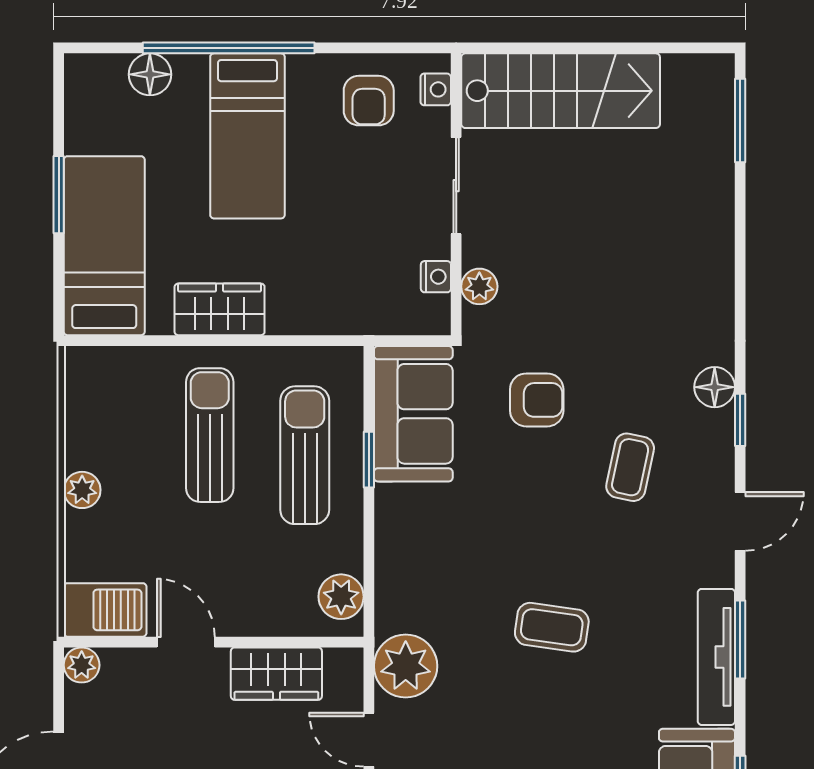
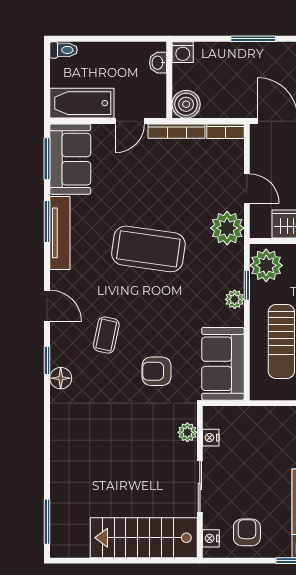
window: (369, 460) -> (247, 285), moved
door: (740, 521) -> (47, 306), swing flipped
plant: (392, 534) -> (235, 299), added
plant: (341, 597) -> (266, 265), width x1.36, depth x1.36
coffee table: (552, 627) -> (148, 249), width x1.86, depth x1.72
window: (740, 639) -> (47, 222), moved

